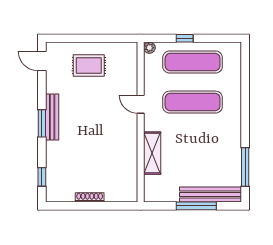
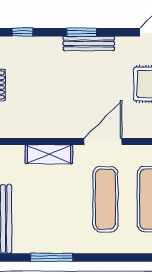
door: (141, 104) -> (103, 142), width x1.87
window: (245, 167) -> (52, 257), moved

